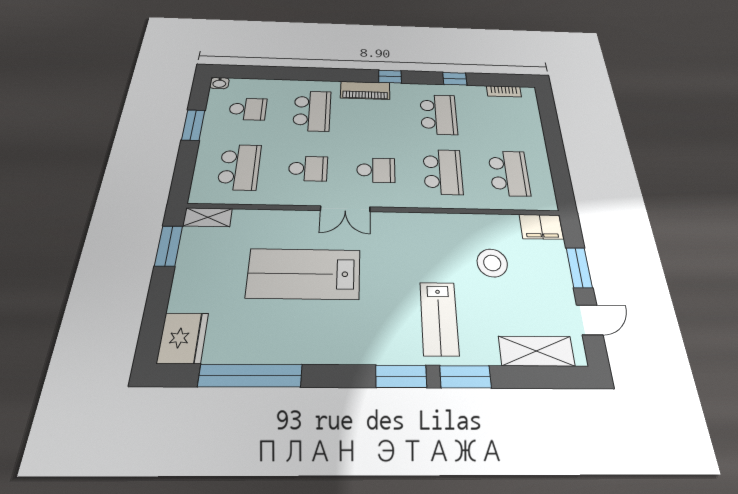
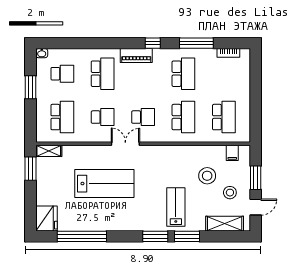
window: (455, 79) -> (196, 43), width x2.17
double door: (345, 209) -> (125, 144), swing flipped
filing cabinet: (541, 227) -> (232, 153), width x0.50
lab bench: (304, 274) -> (104, 184), turned 180
stool: (537, 293) -> (230, 193), added
lab bench: (439, 318) -> (176, 207), turned 180

